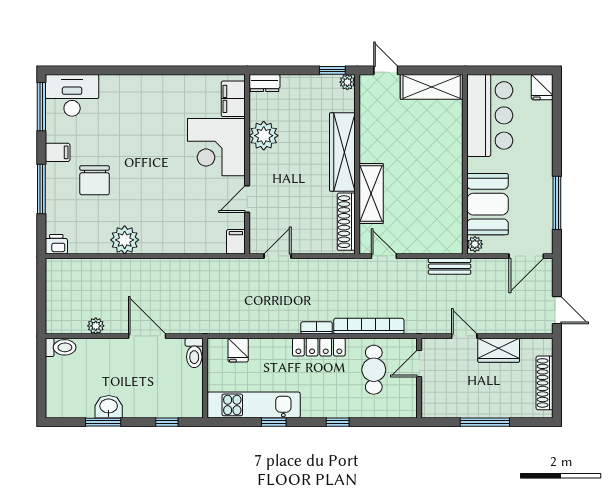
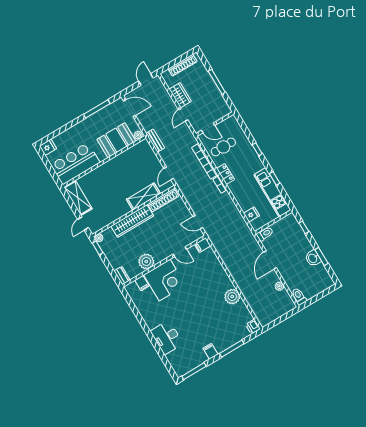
desk: (72, 95) -> (167, 337), moved
filing cabinet: (233, 99) -> (142, 283), width x0.50
chair: (95, 180) -> (213, 327), removed
locker: (319, 347) -> (225, 174), width x0.66

